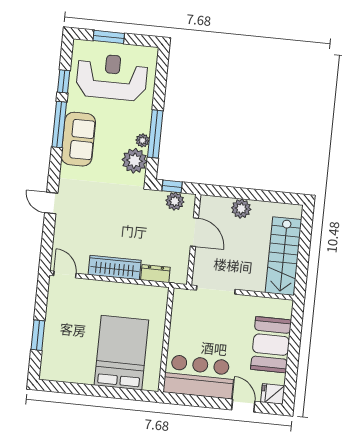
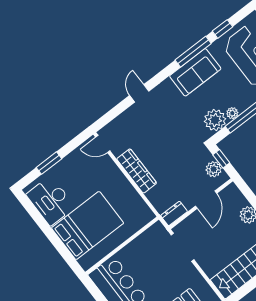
dresser: (155, 274) -> (174, 213), moved, turned -90
door: (65, 275) -> (103, 144), swing flipped
desk: (71, 364) -> (51, 201), added

